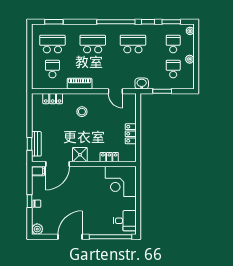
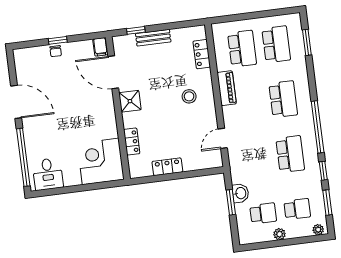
school desk: (52, 69) -> (242, 49), width x1.85
washbasin: (142, 84) -> (240, 193), moved
bench: (36, 144) -> (153, 38), moved
plant: (37, 229) -> (21, 56), removed

